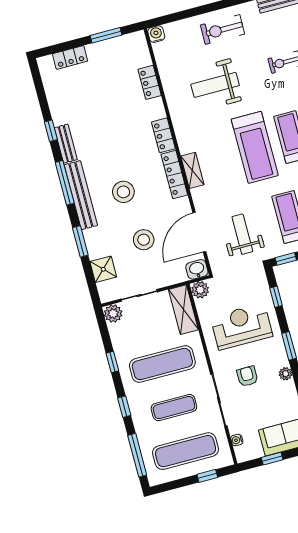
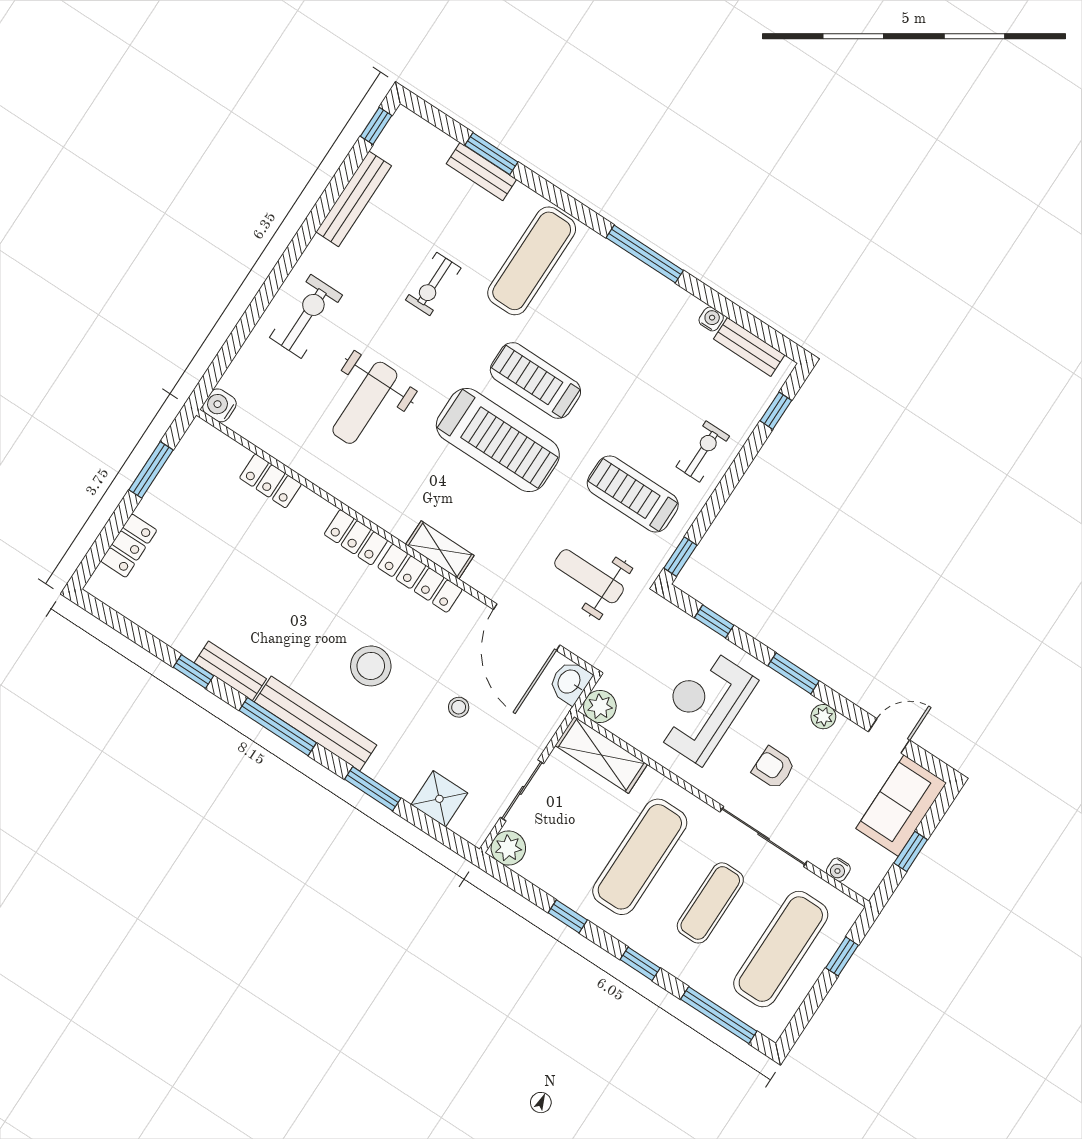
exercise bike: (222, 30) -> (306, 316), turned 180
stool: (144, 240) -> (459, 707), width x0.53, depth x0.53

